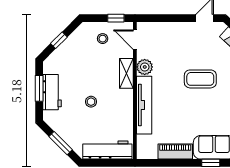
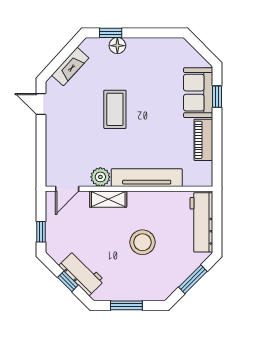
window: (116, 18) -> (41, 232), moved
stool: (103, 39) -> (66, 228), removed
workbench: (52, 92) -> (82, 273), moved, turned 45
stool: (91, 102) -> (143, 242), width x1.89, depth x1.89

